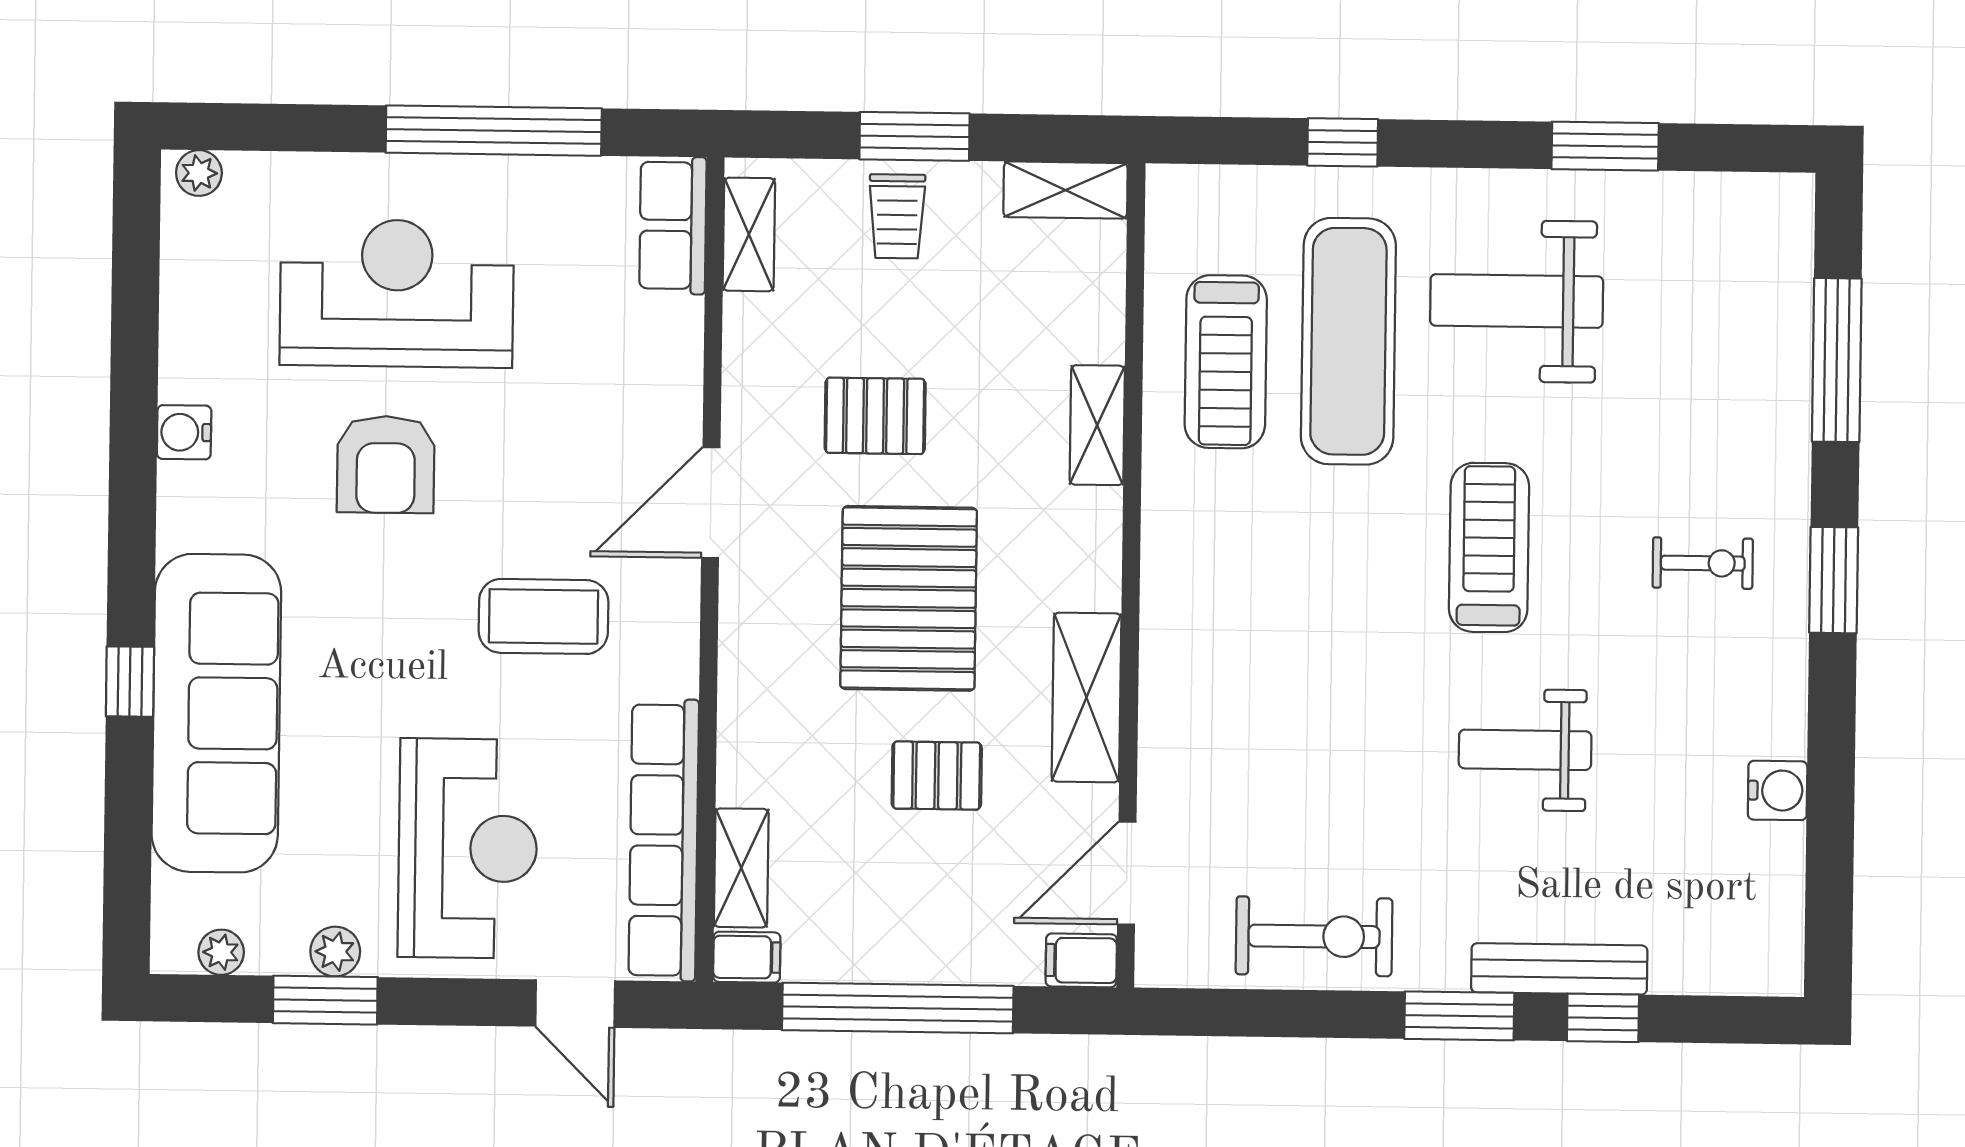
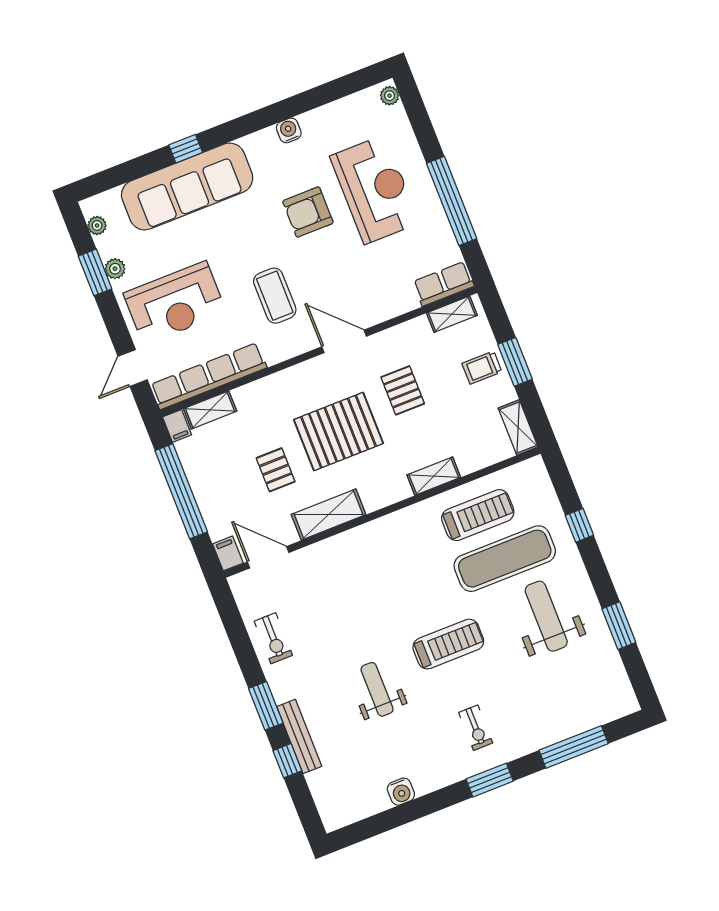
treadmill: (1226, 362) -> (478, 515), turned 180
exercise bike: (1314, 936) -> (273, 638), width x0.73, depth x0.72

